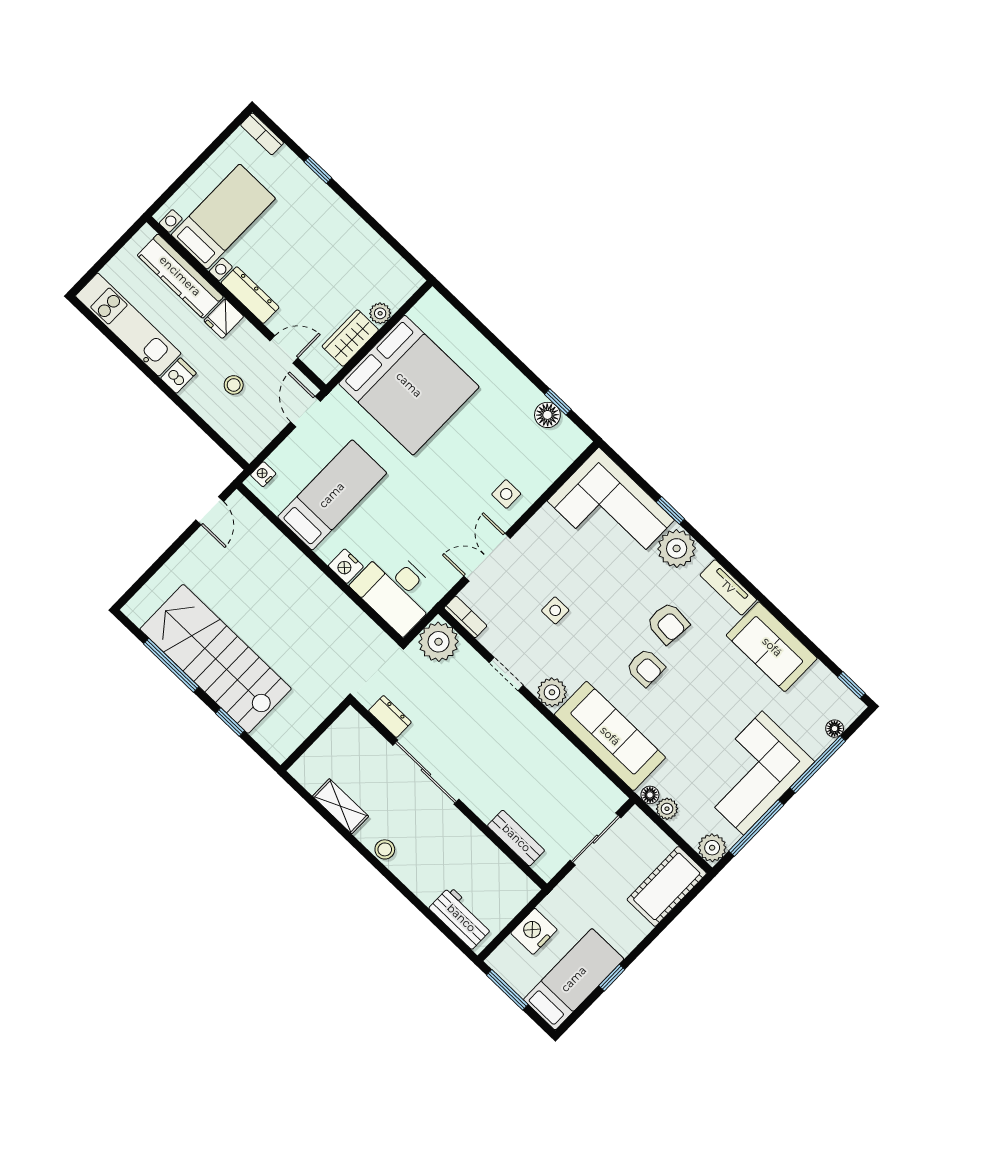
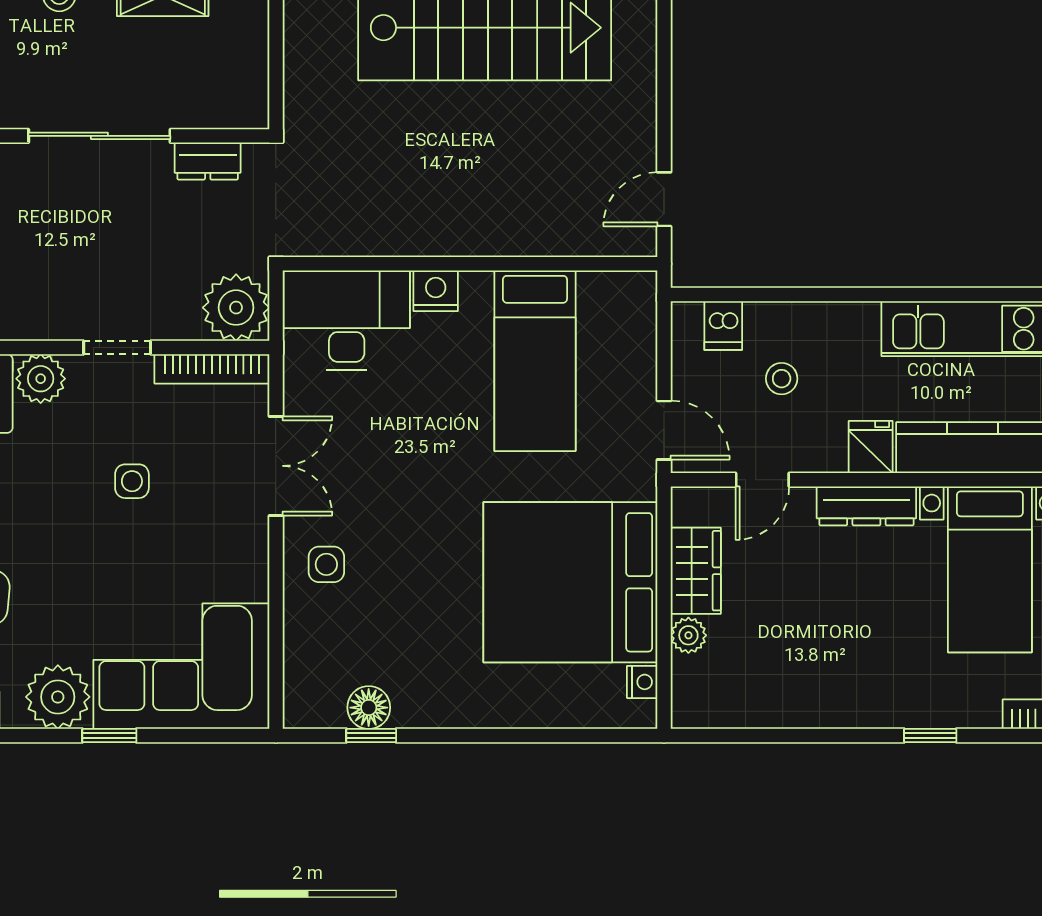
dishwasher: (178, 376) -> (723, 326), moved
nightstand: (263, 474) -> (642, 682), moved
door: (210, 511) -> (664, 199), hinge flipped
bookcase: (465, 617) -> (212, 369), width x1.56

